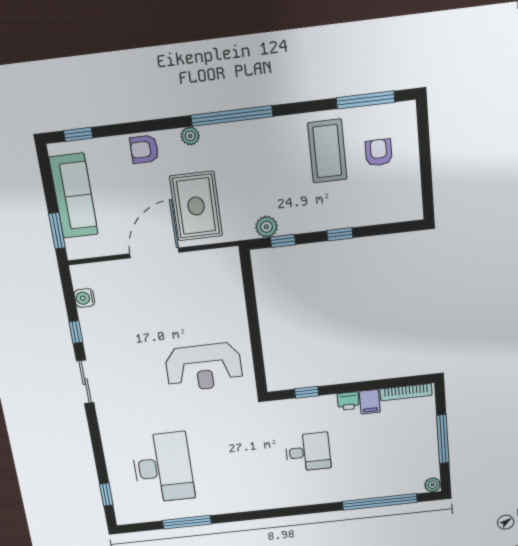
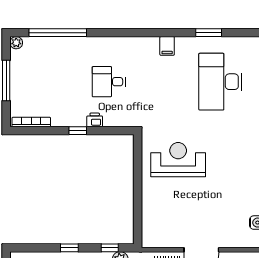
window: (307, 392) -> (78, 131), moved
printer: (348, 401) -> (95, 120), moved
filing cabinet: (370, 402) -> (167, 46), moved, turned 180
window: (187, 522) -> (209, 33), width x0.69

